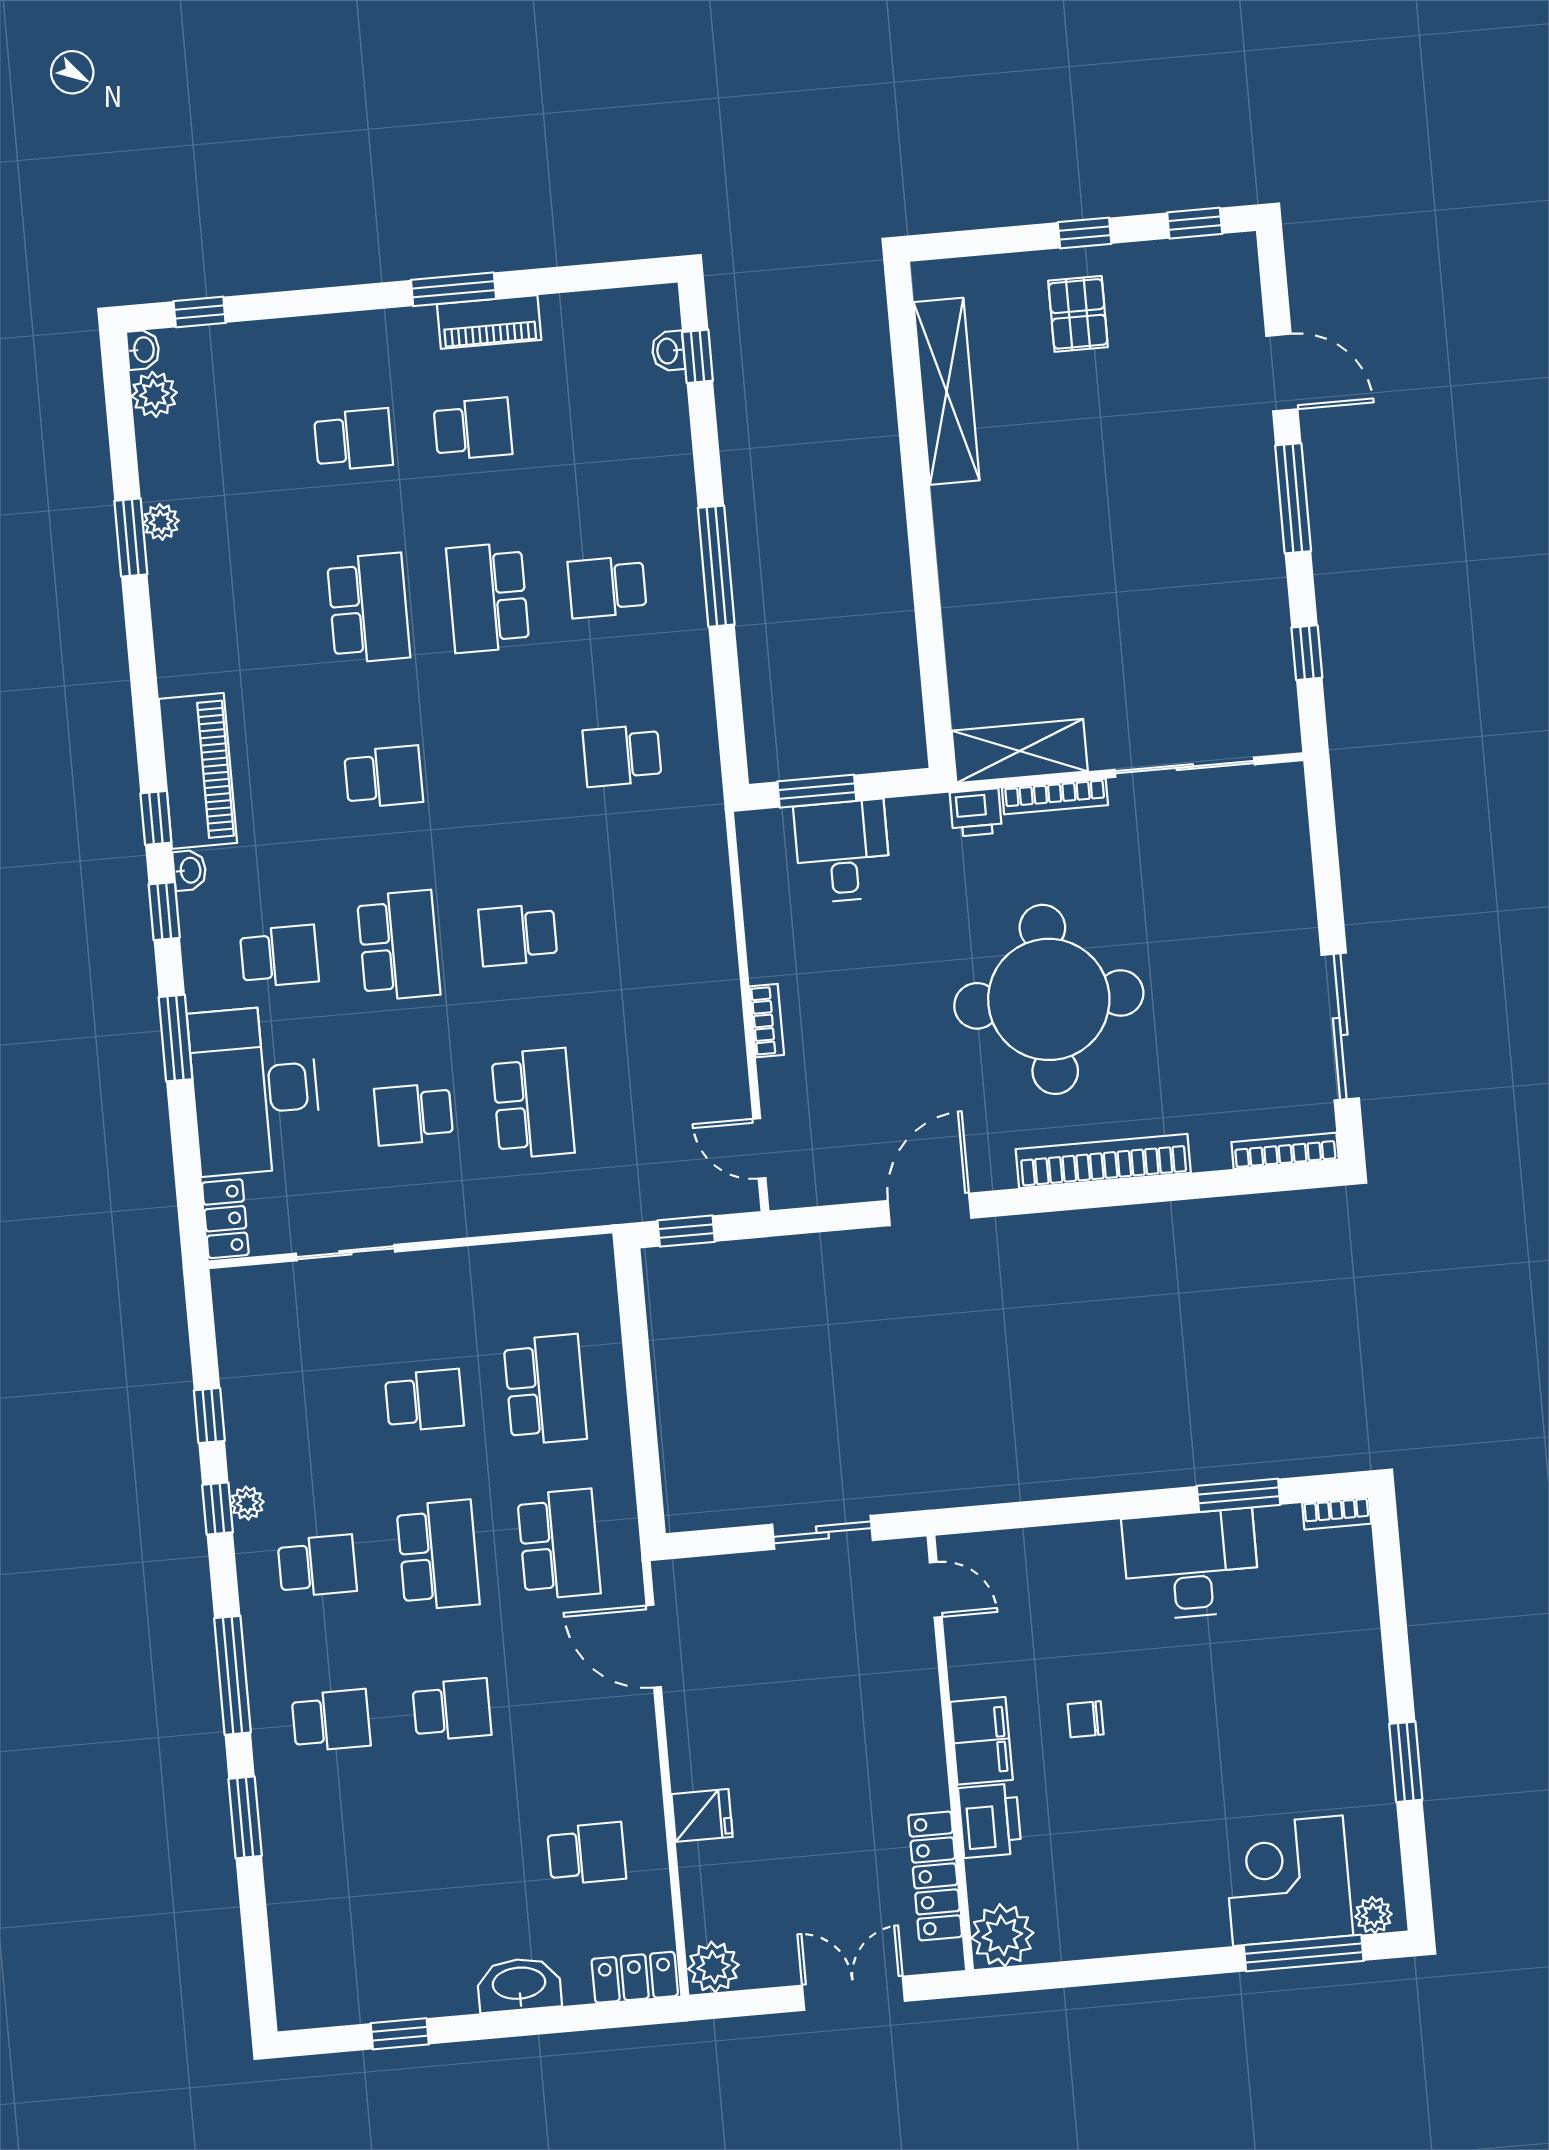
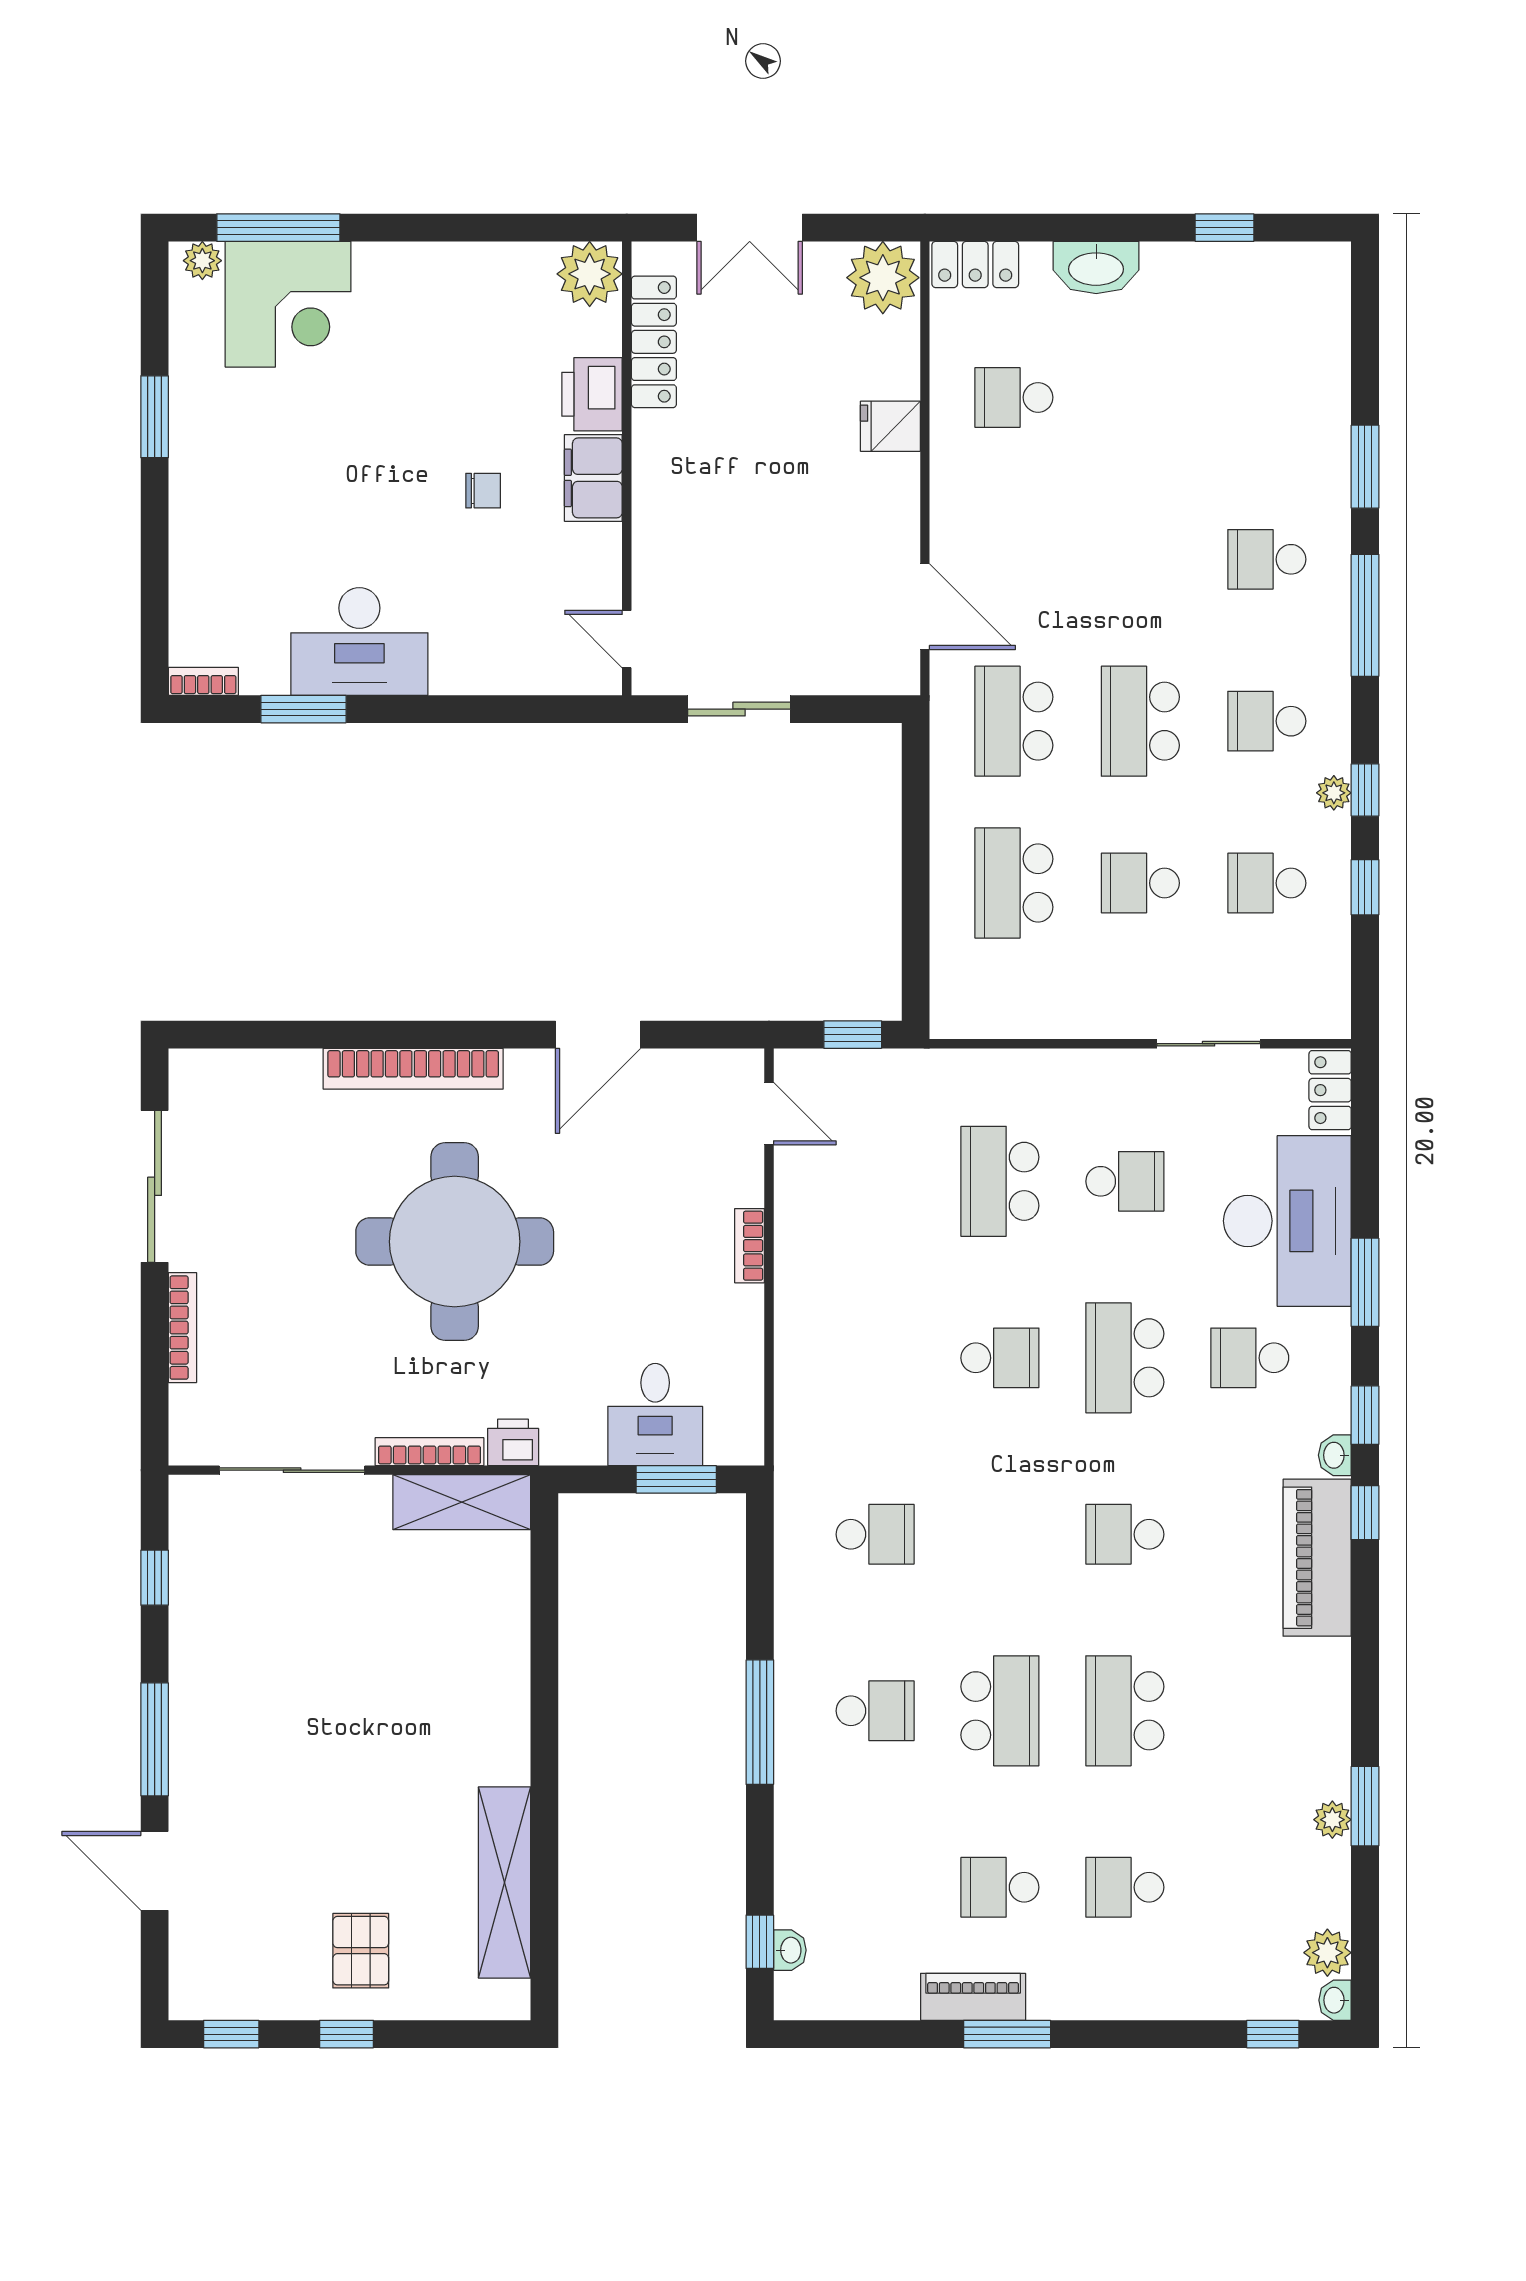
bookcase: (1285, 1151) -> (182, 1328), moved, turned -90
school desk: (452, 1710) -> (1267, 883), moved
plant: (713, 1967) -> (883, 278), width x1.36, depth x1.36

